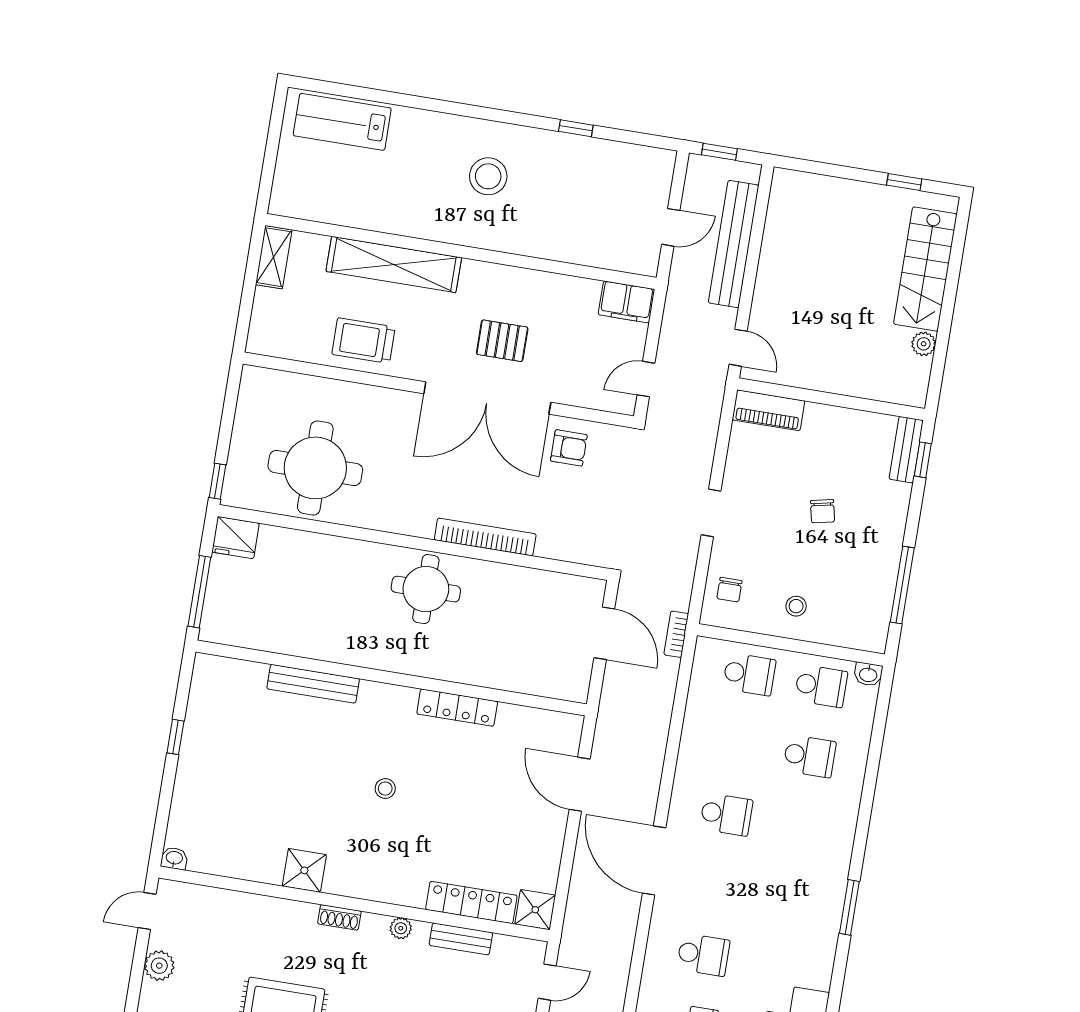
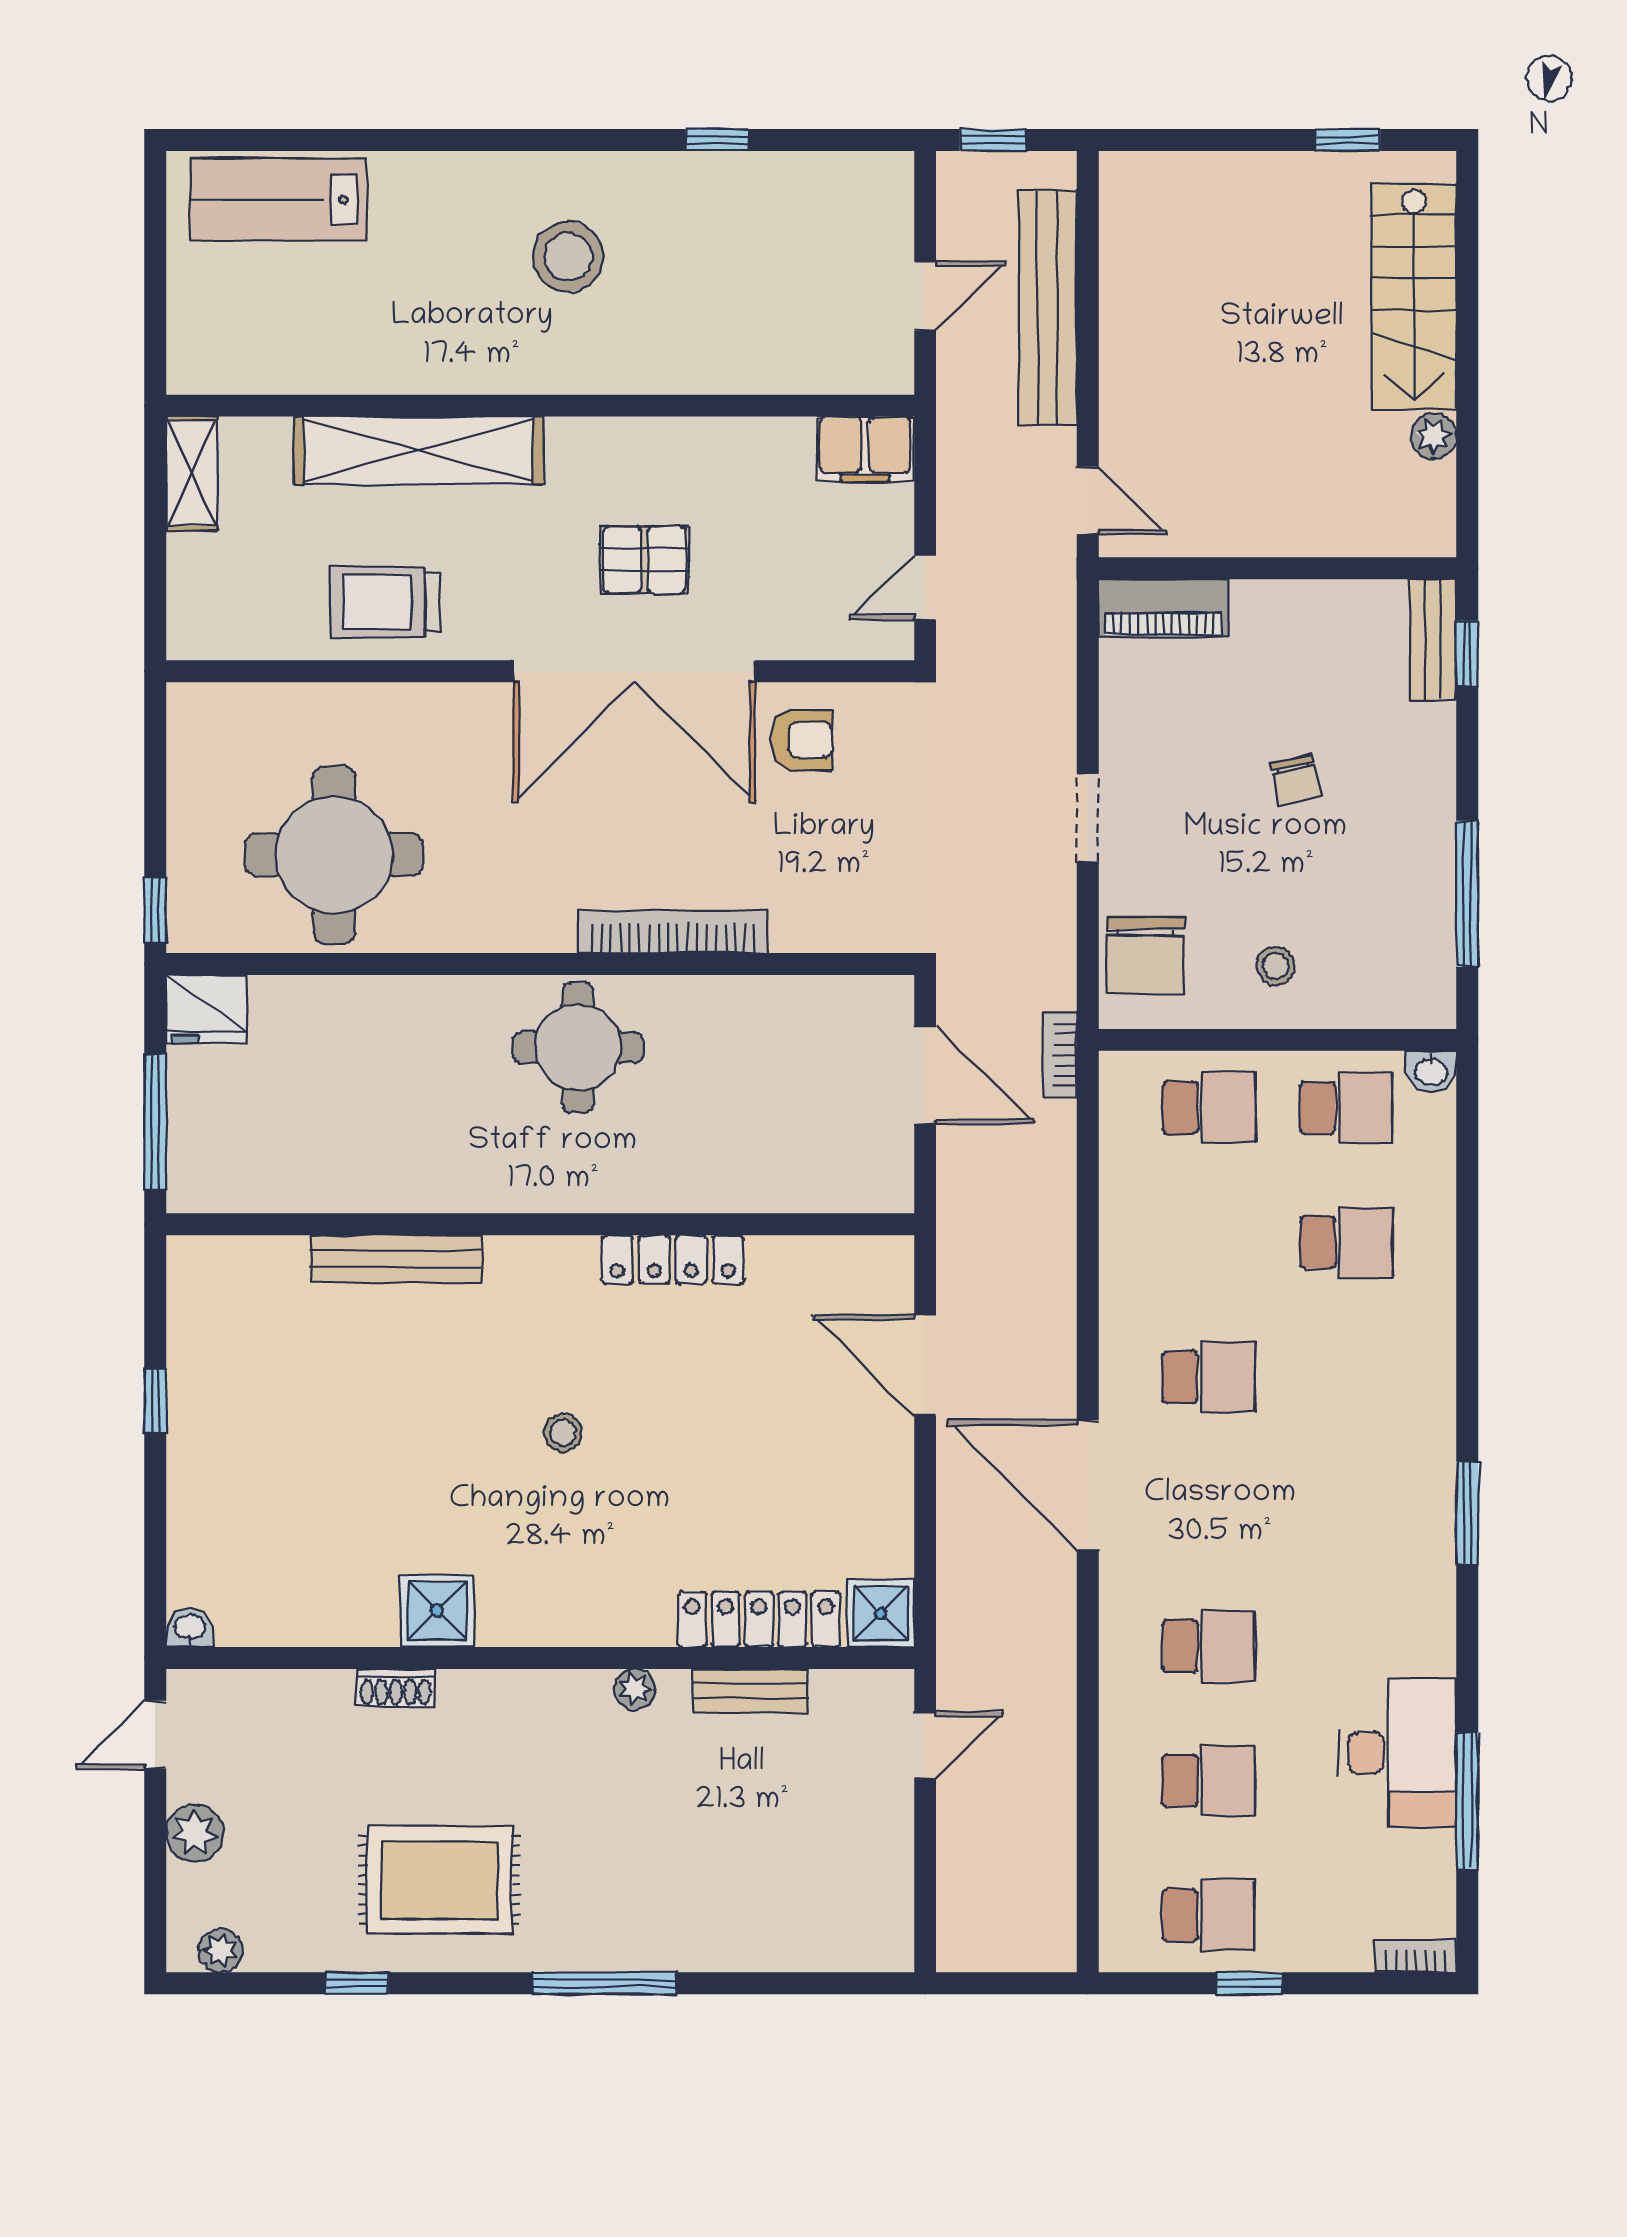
chair: (729, 590) -> (1146, 956), width x1.87, depth x1.87
shoe rack: (339, 917) -> (396, 1688), moved

